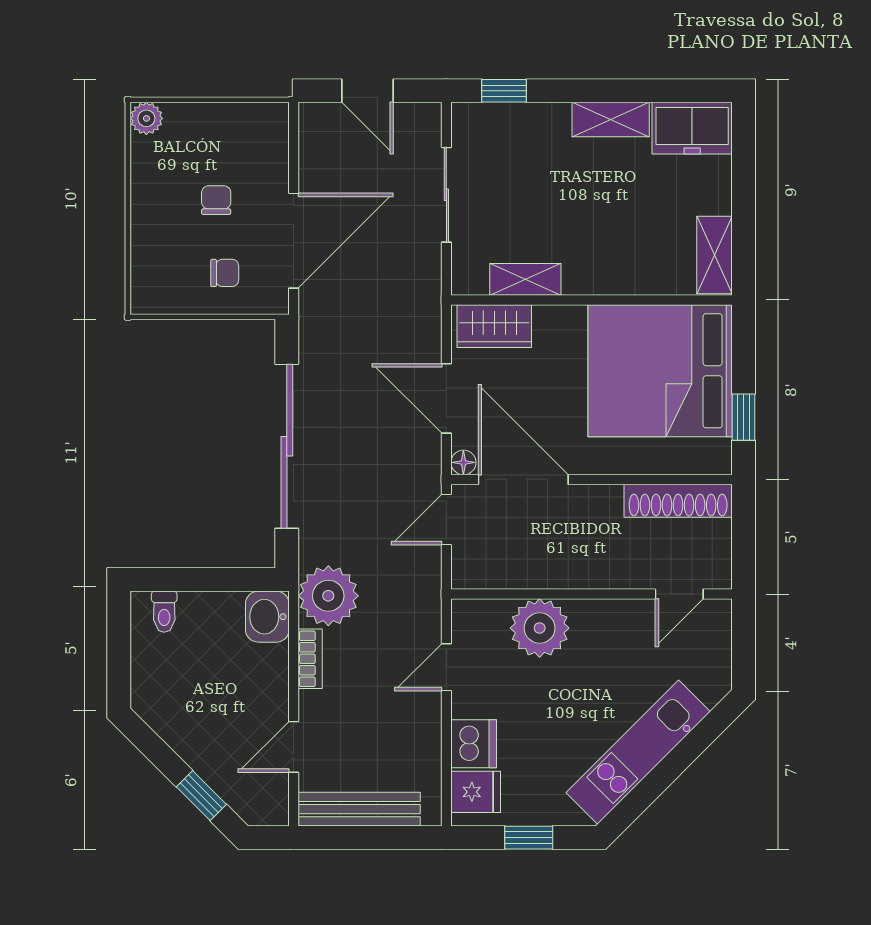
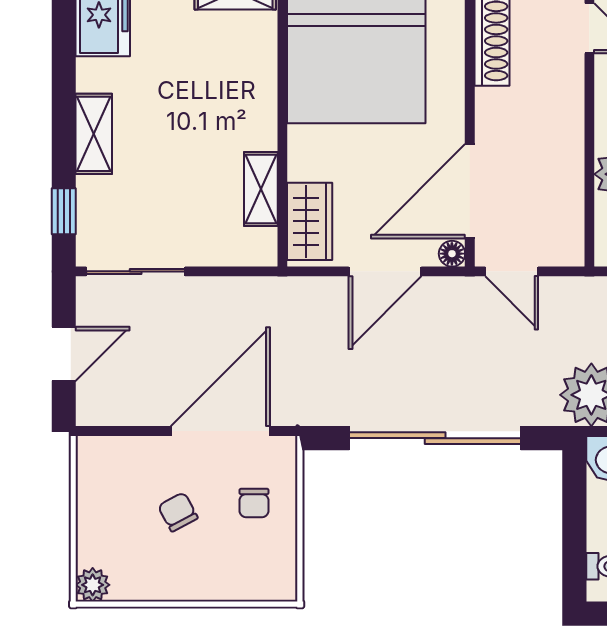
shelving: (611, 120) -> (94, 134), moved
sliding door: (446, 195) -> (136, 271), moved
chair: (216, 200) -> (178, 512), turned 62
door: (294, 241) -> (220, 431), hinge flipped
chair: (225, 273) -> (254, 503), turned 180

